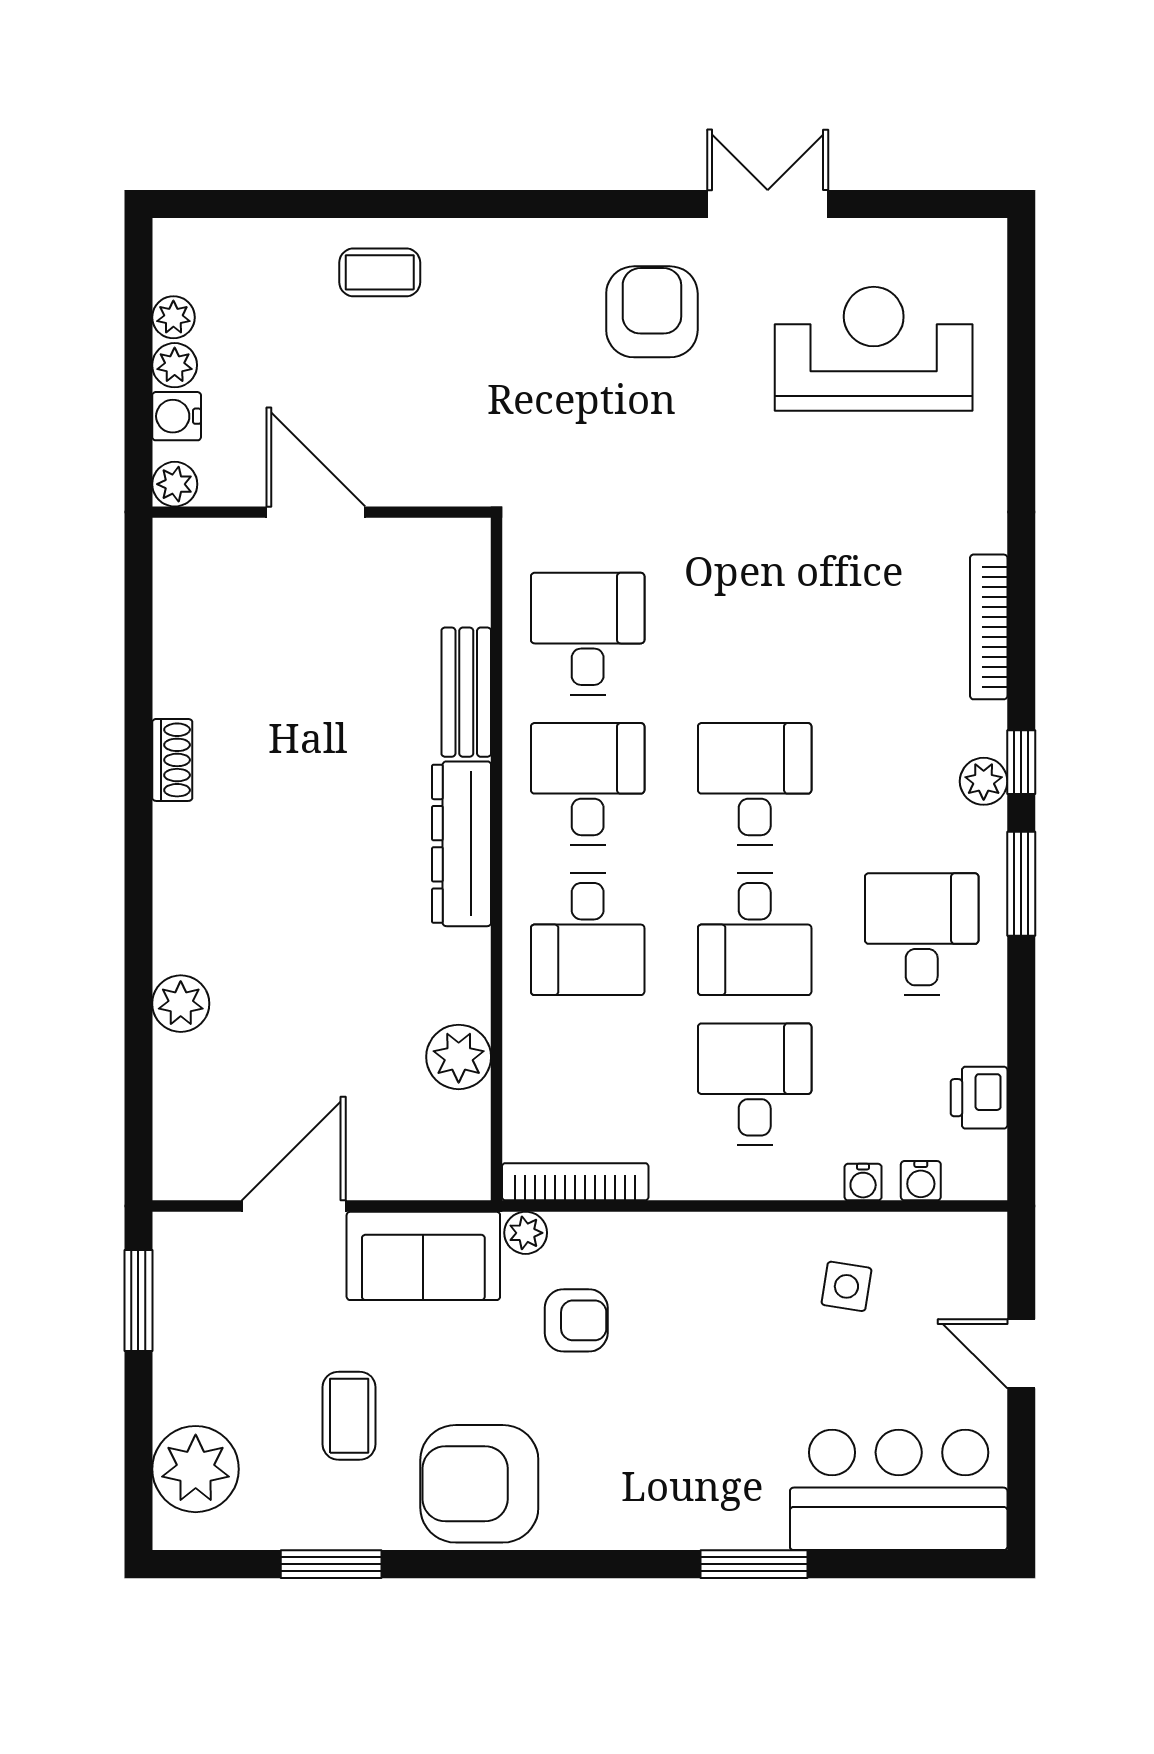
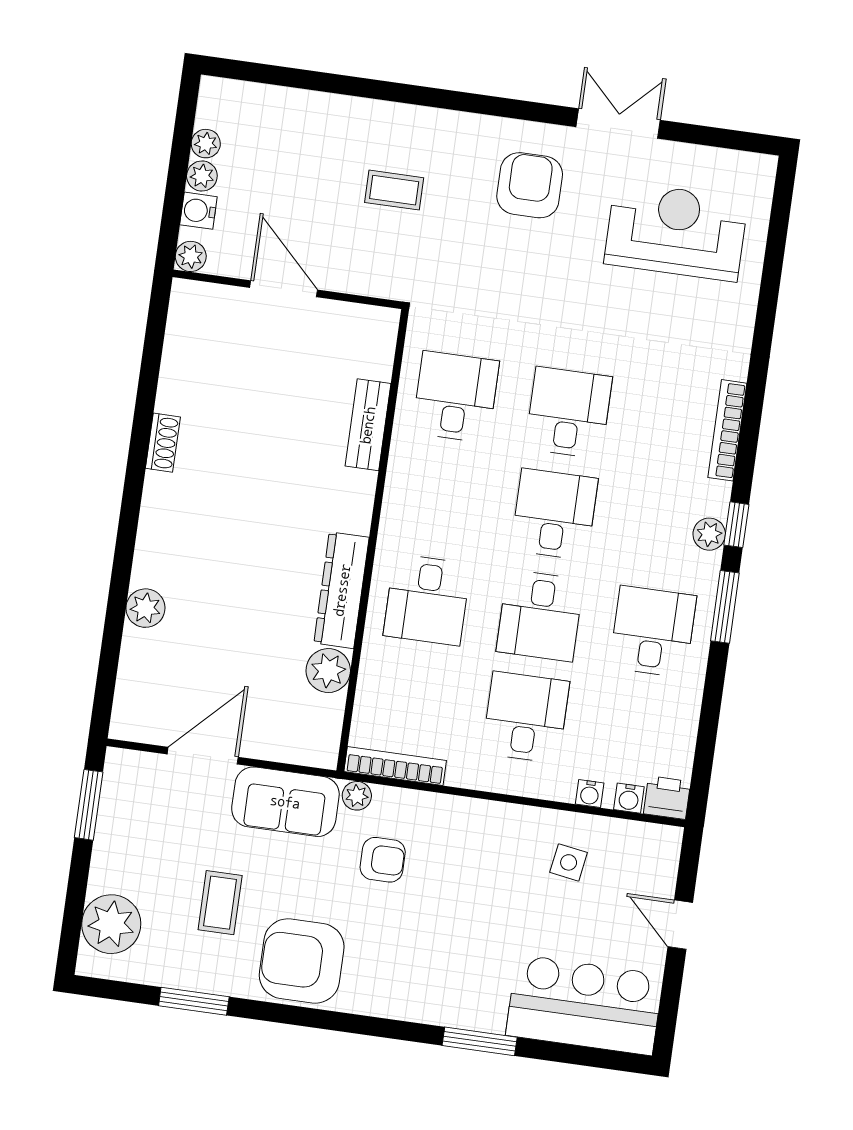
coffee table: (380, 272) -> (394, 190), moved
desk: (588, 784) -> (568, 413), moved
dresser: (462, 844) -> (342, 590), moved
printer: (979, 1098) -> (667, 798), moved, turned 90

